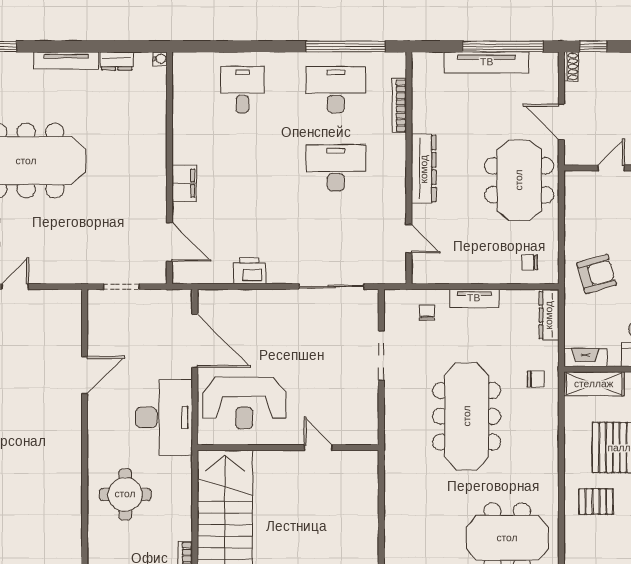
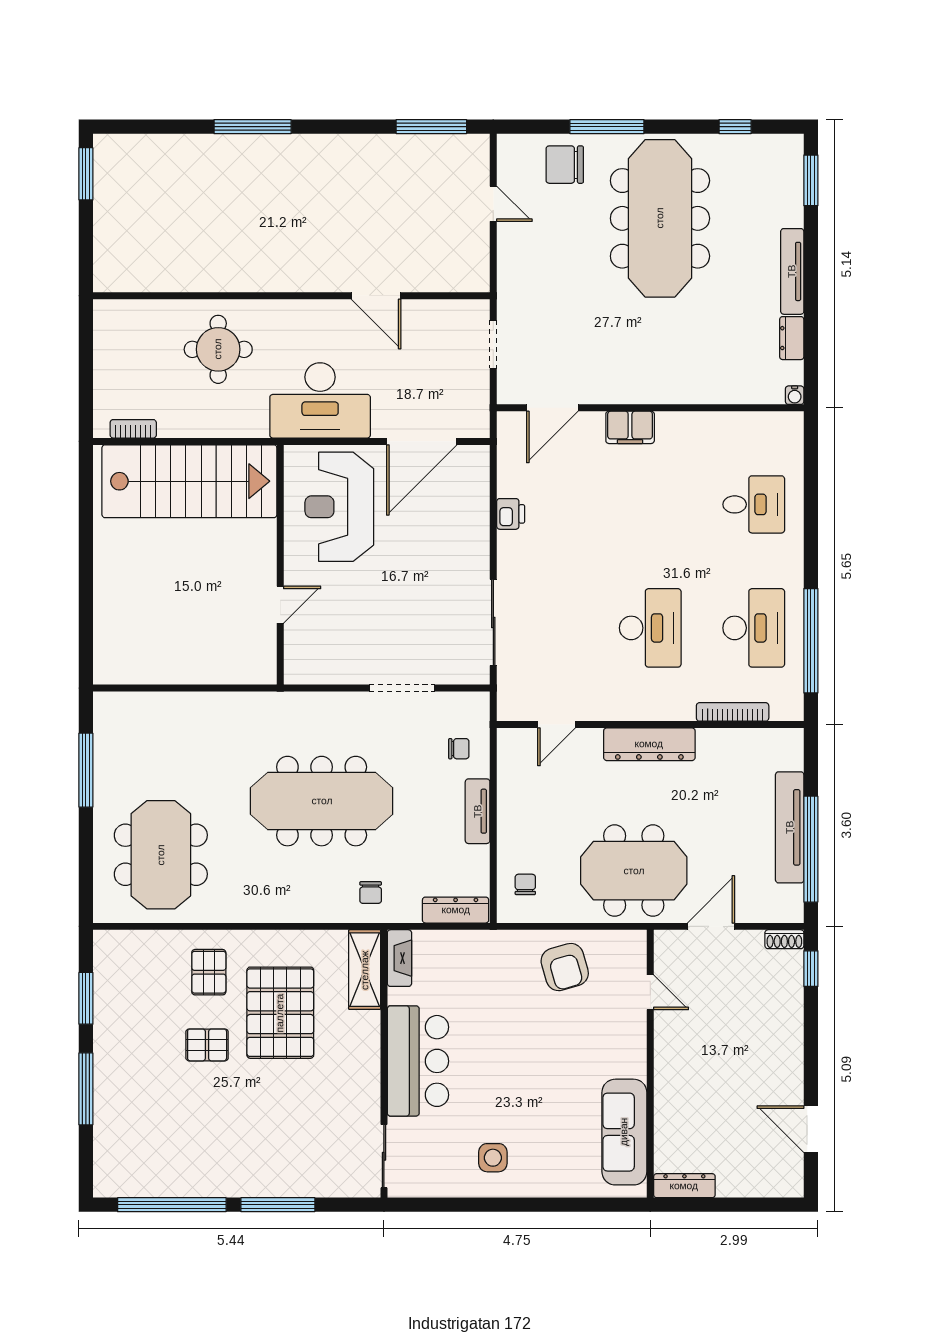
printer: (250, 271) -> (511, 514), width x0.73, depth x0.81
armchair: (597, 274) -> (565, 967), moved

